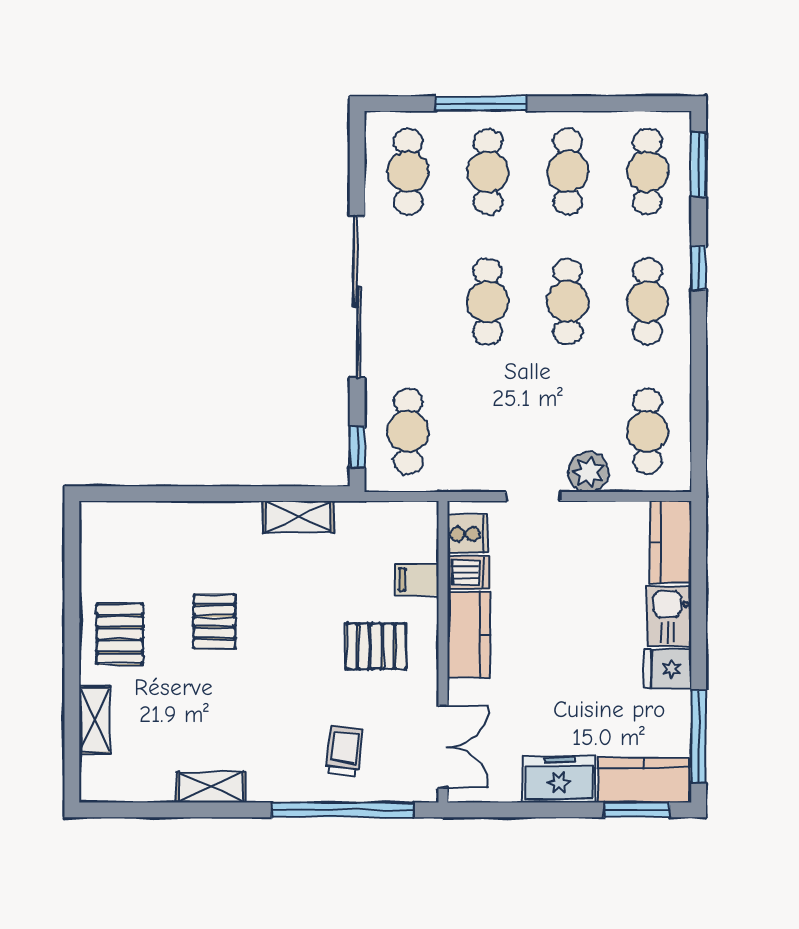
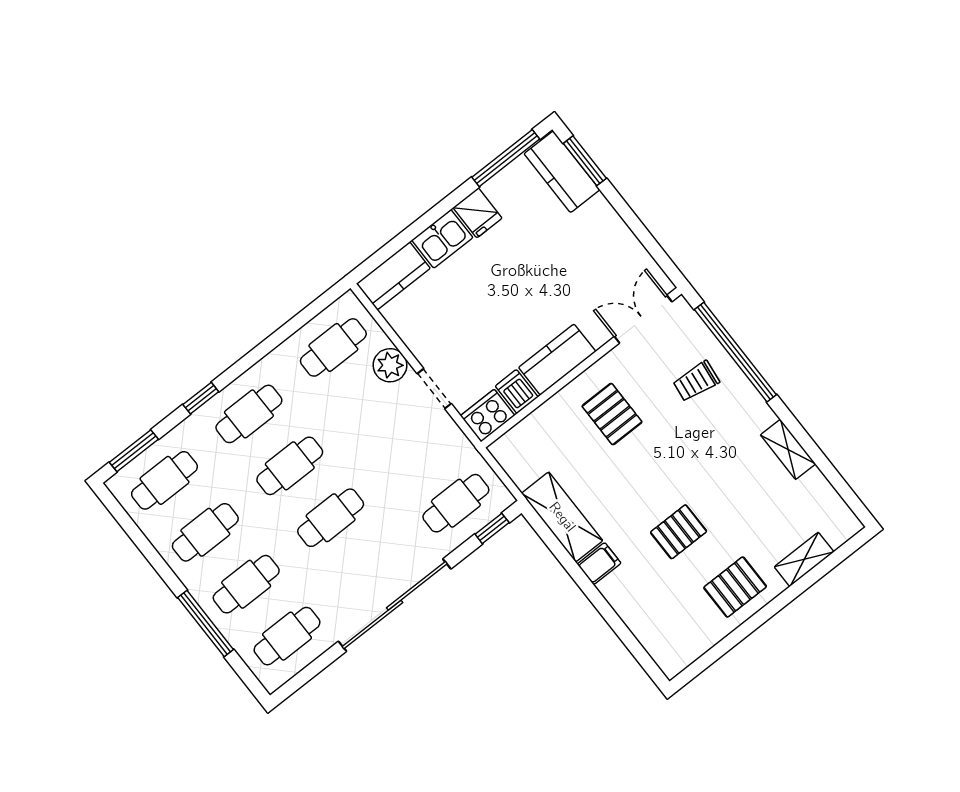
shelving: (298, 517) -> (562, 517), width x1.50, depth x1.33
cooker: (468, 534) -> (488, 416), width x1.36
filing cabinet: (417, 579) -> (599, 564), moved, turned -90
freezer: (559, 779) -> (605, 227), removed

